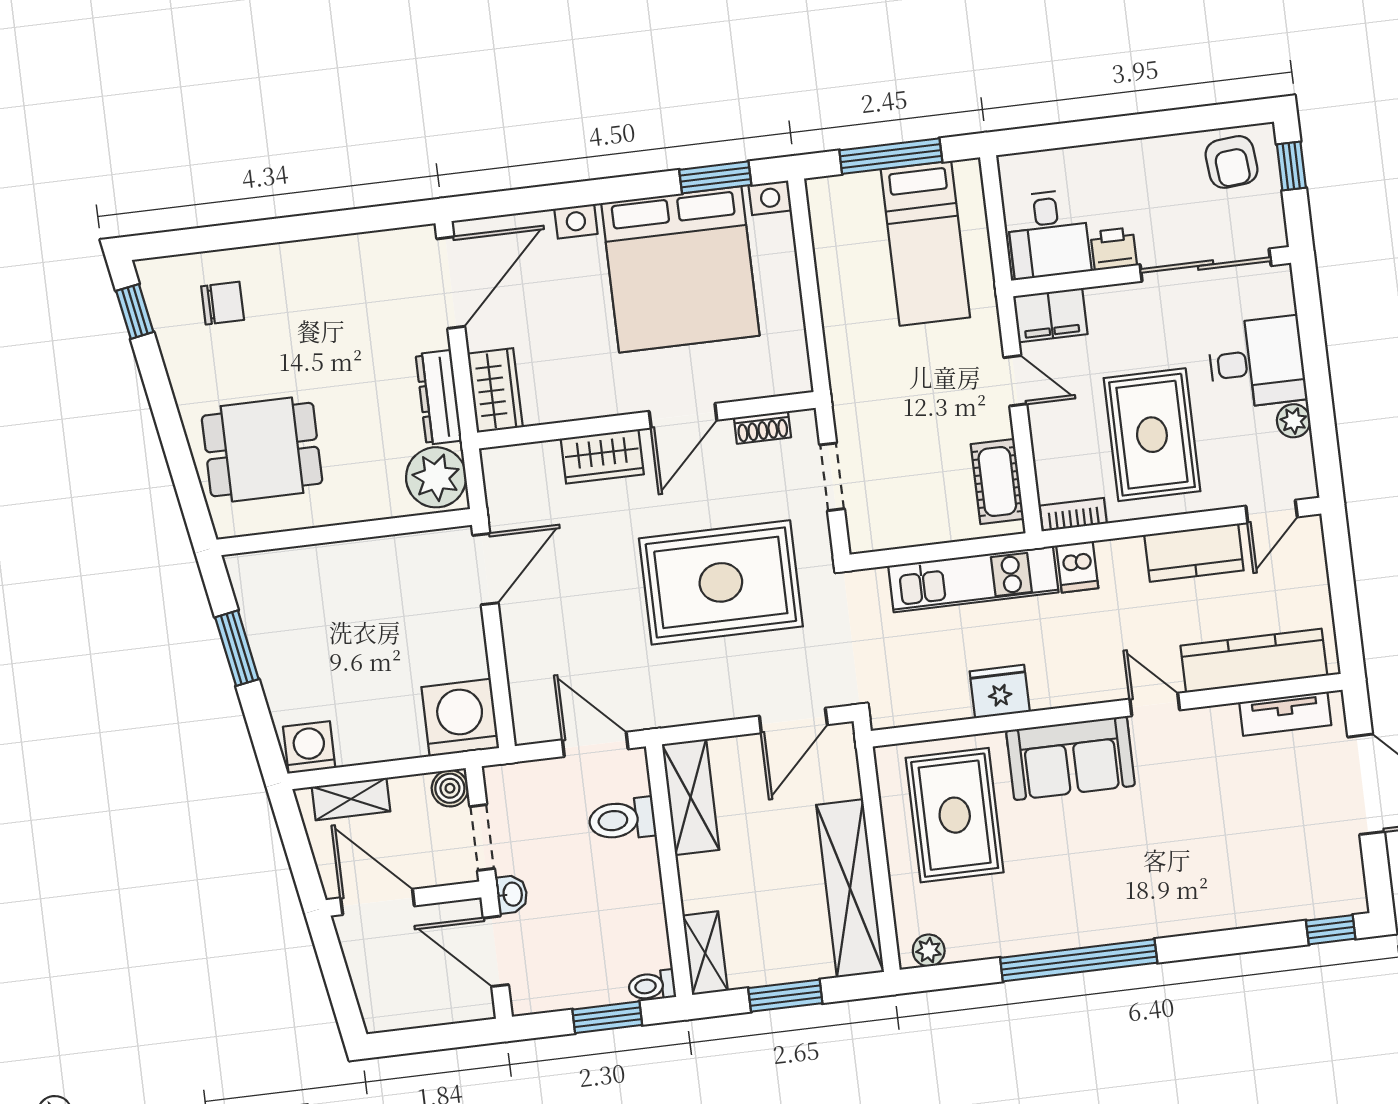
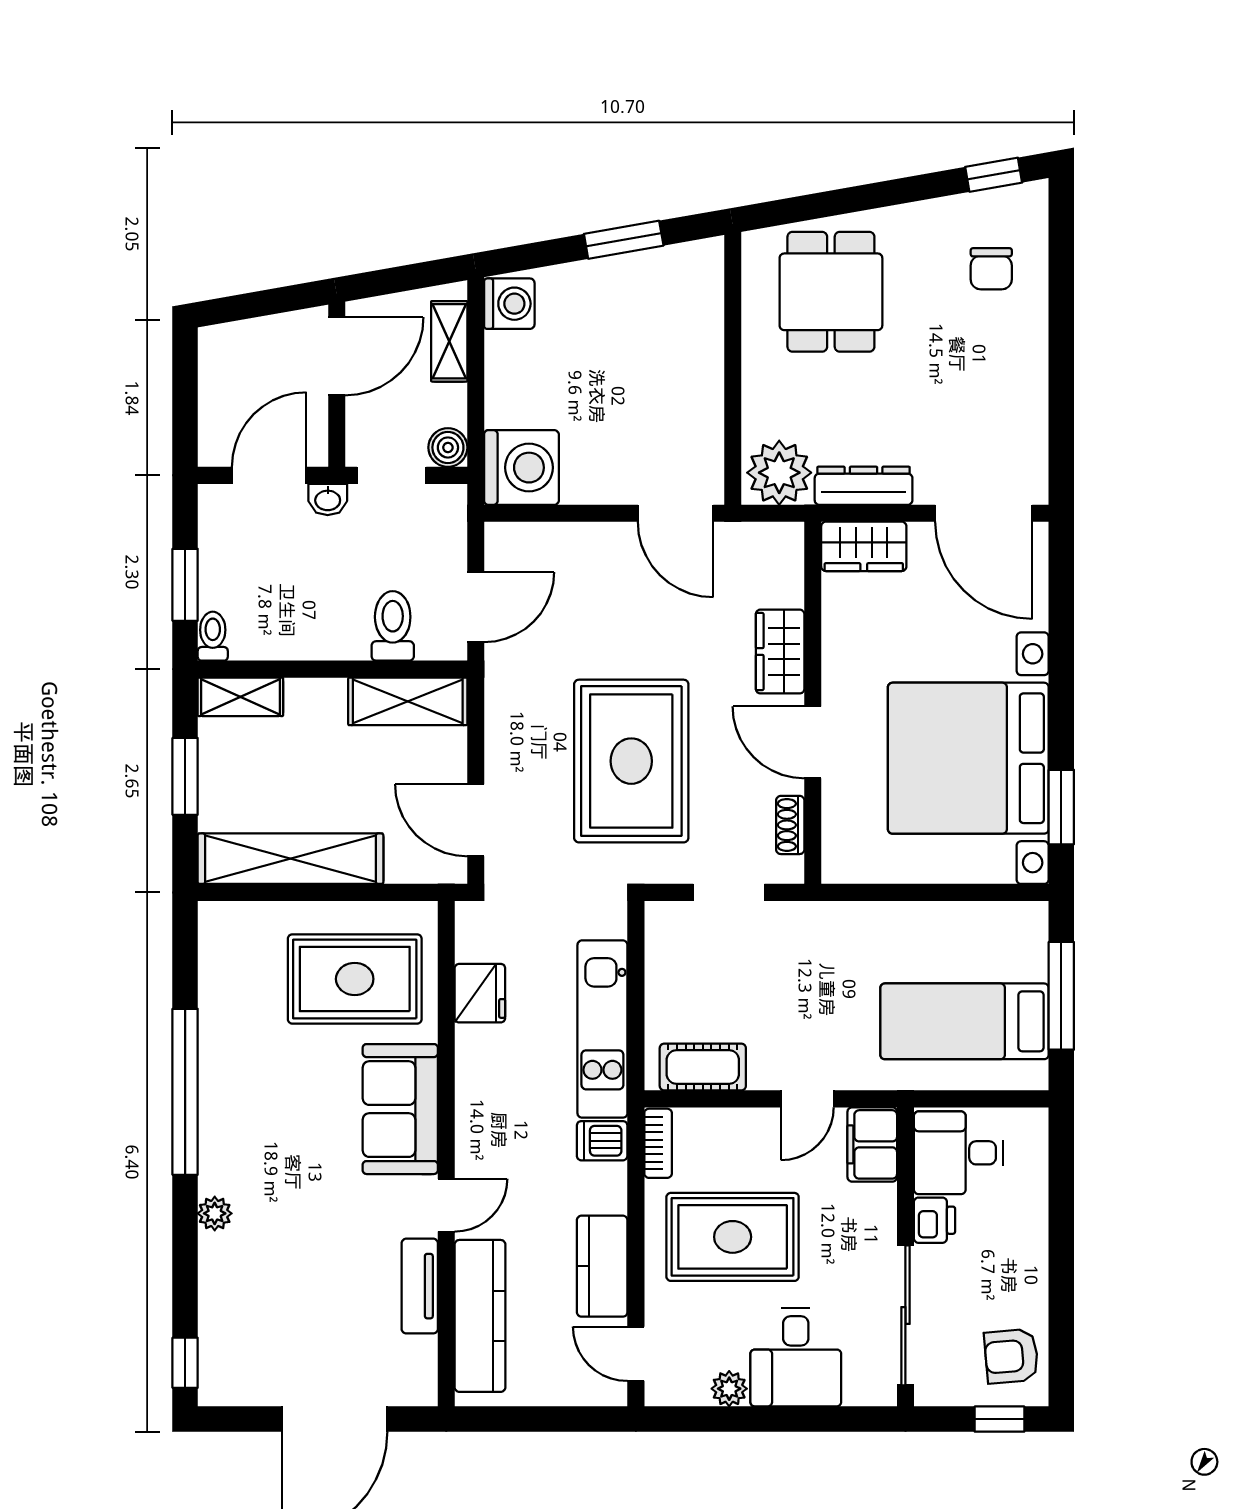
fridge: (1000, 691) -> (480, 993), moved
tv unit: (1285, 714) -> (420, 1286), moved
plant: (929, 950) -> (215, 1213), moved

